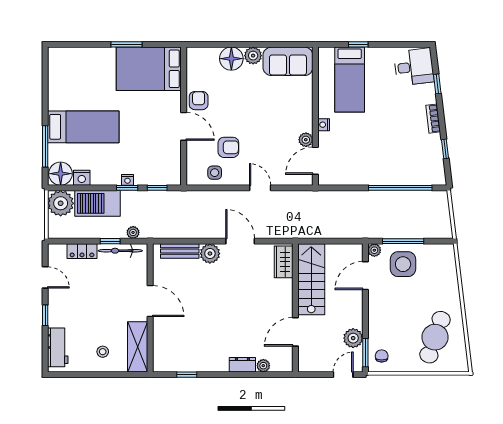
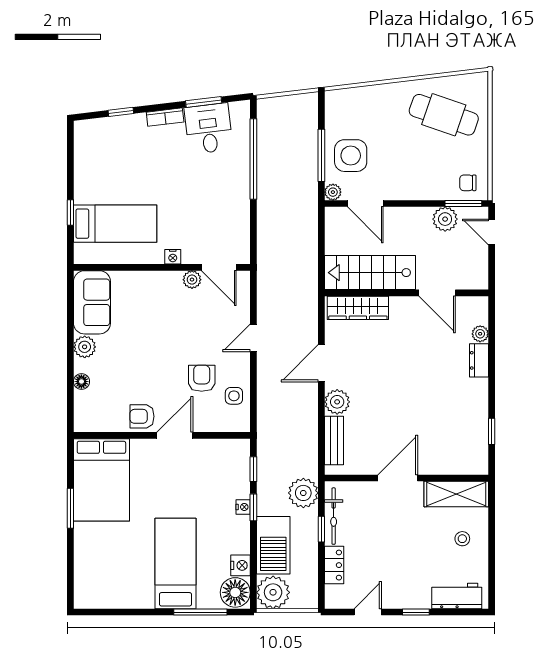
floor lamp: (231, 59) -> (81, 382), width x0.53, depth x0.53
desk: (414, 67) -> (208, 129), moved
window: (445, 149) -> (204, 102), width x1.50
plant: (133, 232) -> (303, 493), width x1.88, depth x1.88
wardrobe: (284, 262) -> (358, 308), width x1.50

